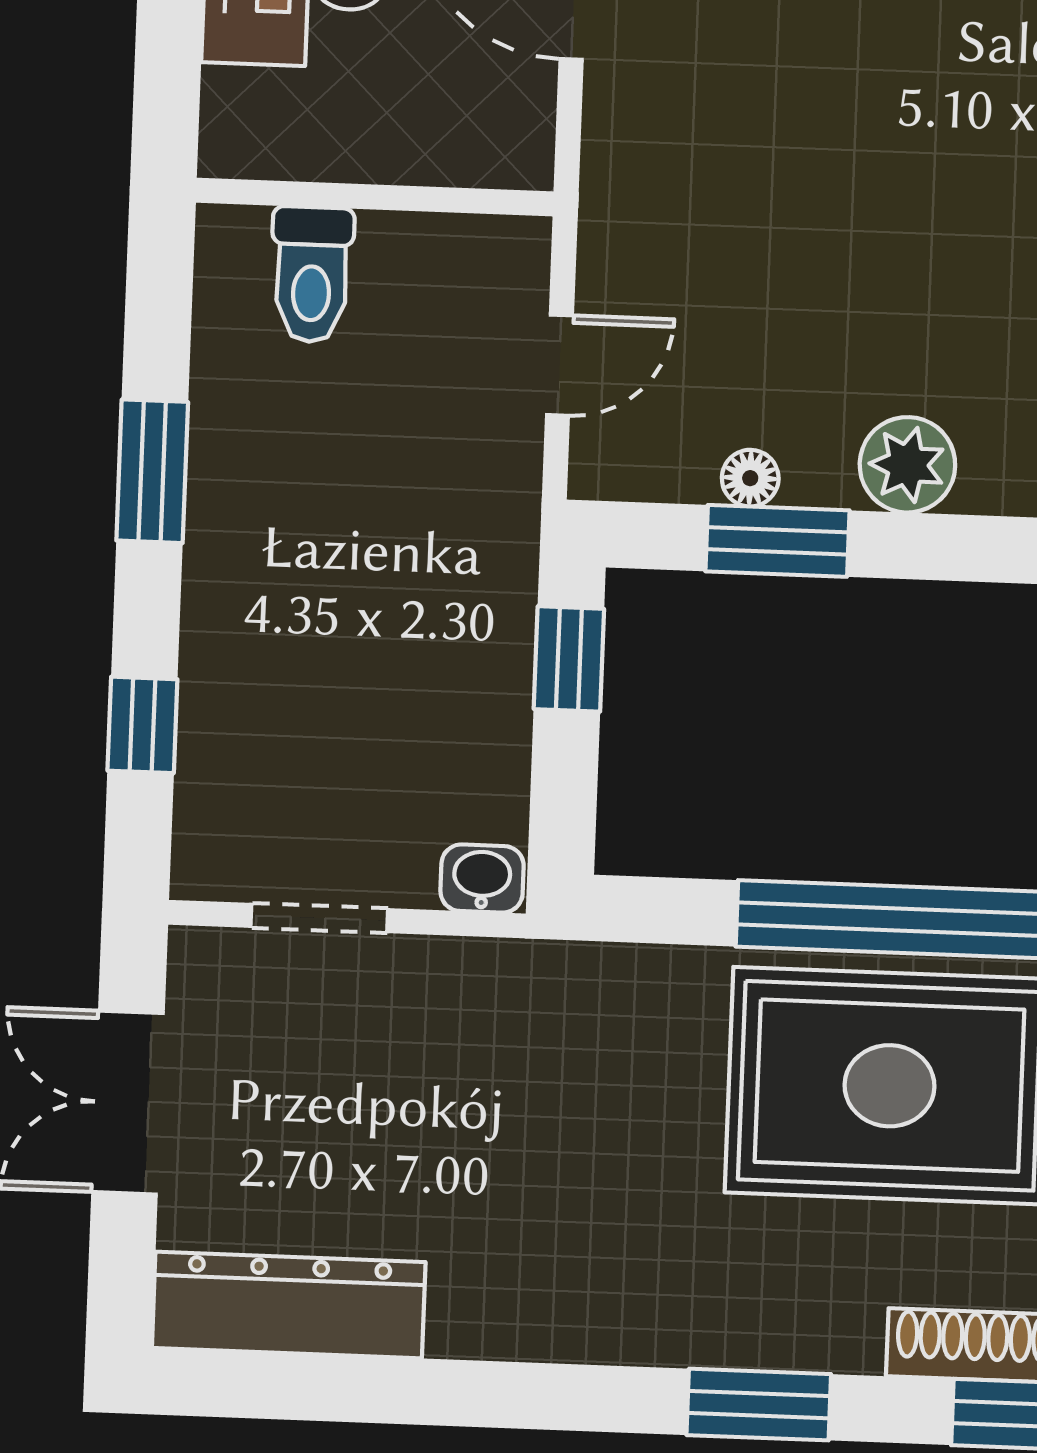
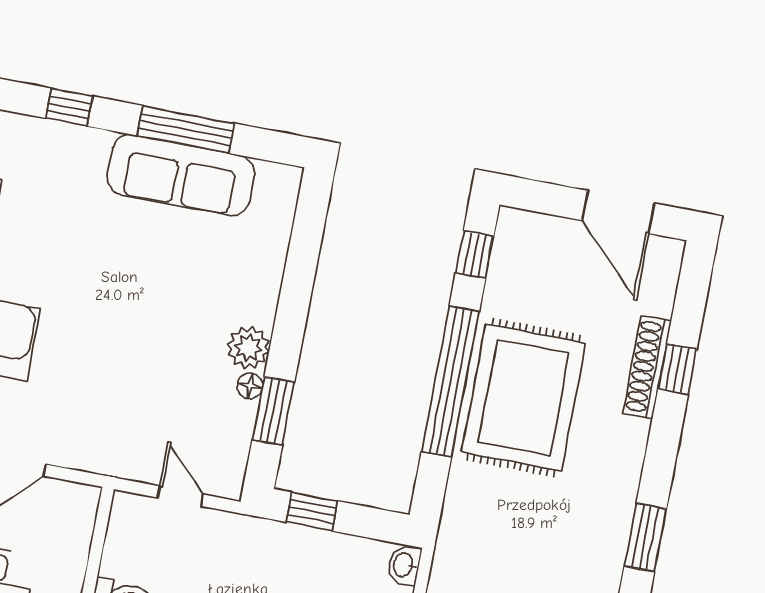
floor lamp: (750, 478) -> (250, 386), moved
window: (759, 1405) -> (645, 537), moved

